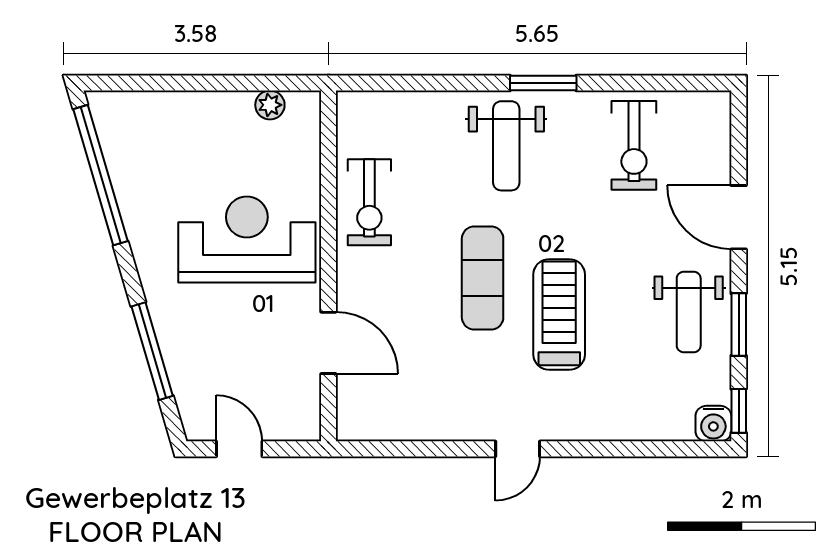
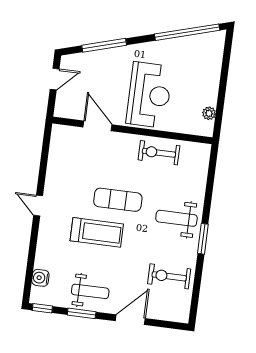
weight bench: (689, 312) -> (90, 291), turned 180
door: (328, 343) -> (97, 126), swing flipped
water cooler: (713, 424) -> (40, 278), moved

